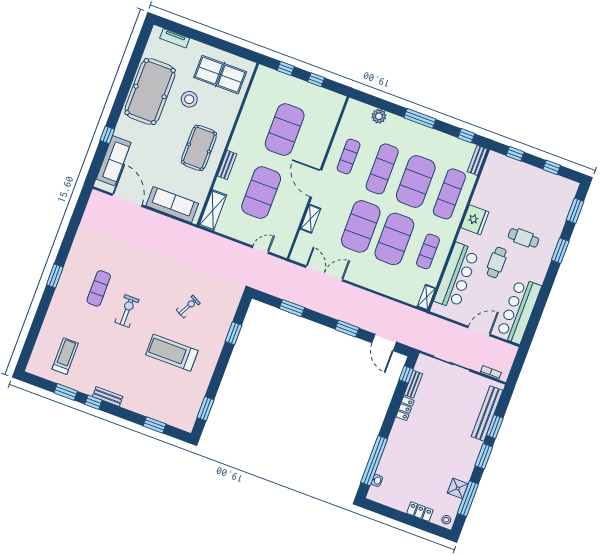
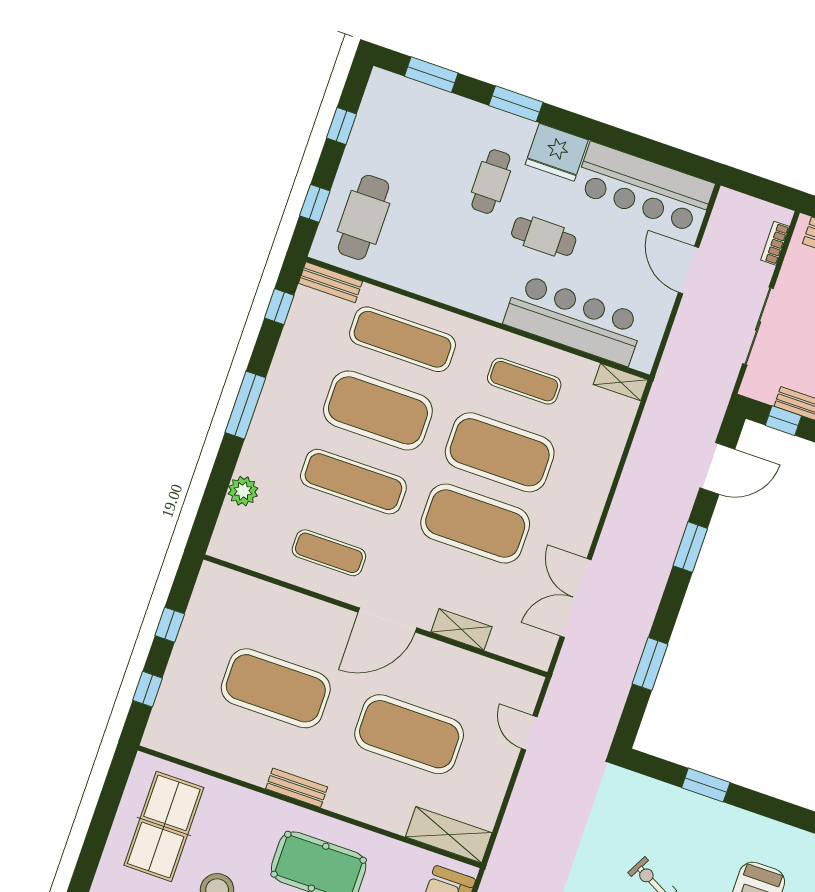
bench: (227, 165) -> (297, 788), moved
cafe table: (508, 177) -> (364, 217), added
fridge: (475, 220) -> (557, 152), moved, turned 180

